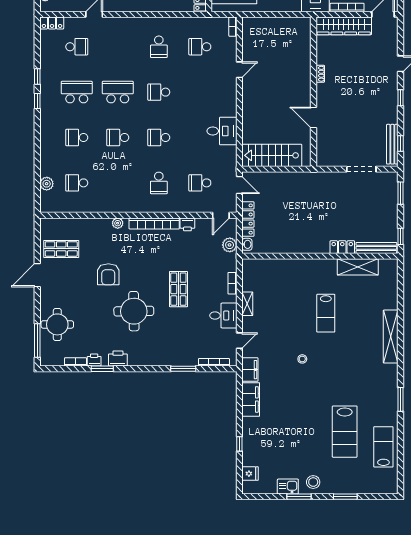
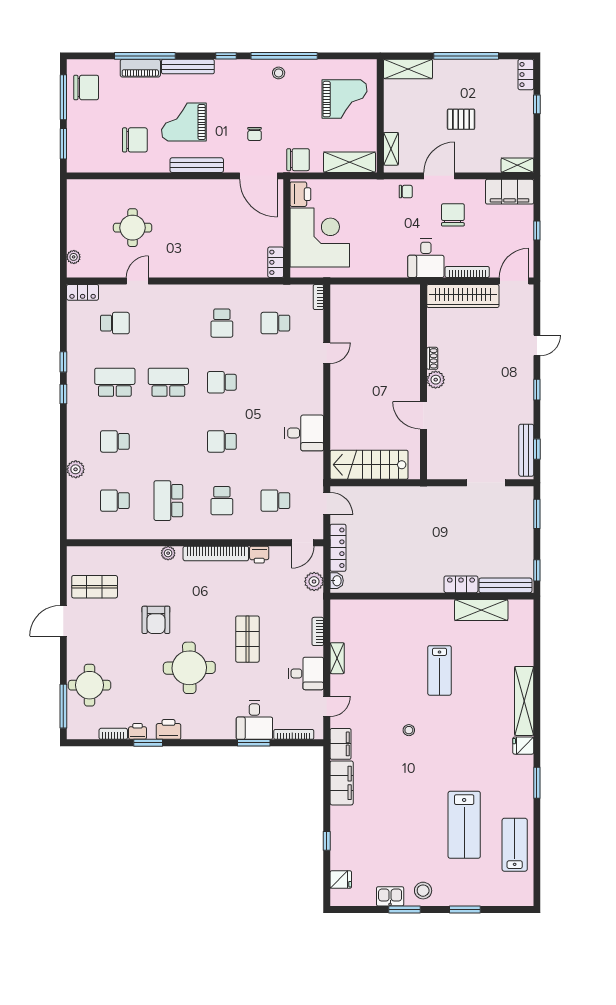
plant: (323, 90) -> (436, 380), added
school desk: (118, 137) -> (168, 501), moved, width x1.85
plant: (47, 184) -> (76, 469), moved
desk: (184, 351) -> (254, 720), added
fridge: (390, 371) -> (523, 746), added

